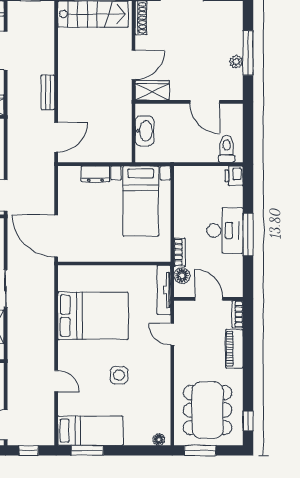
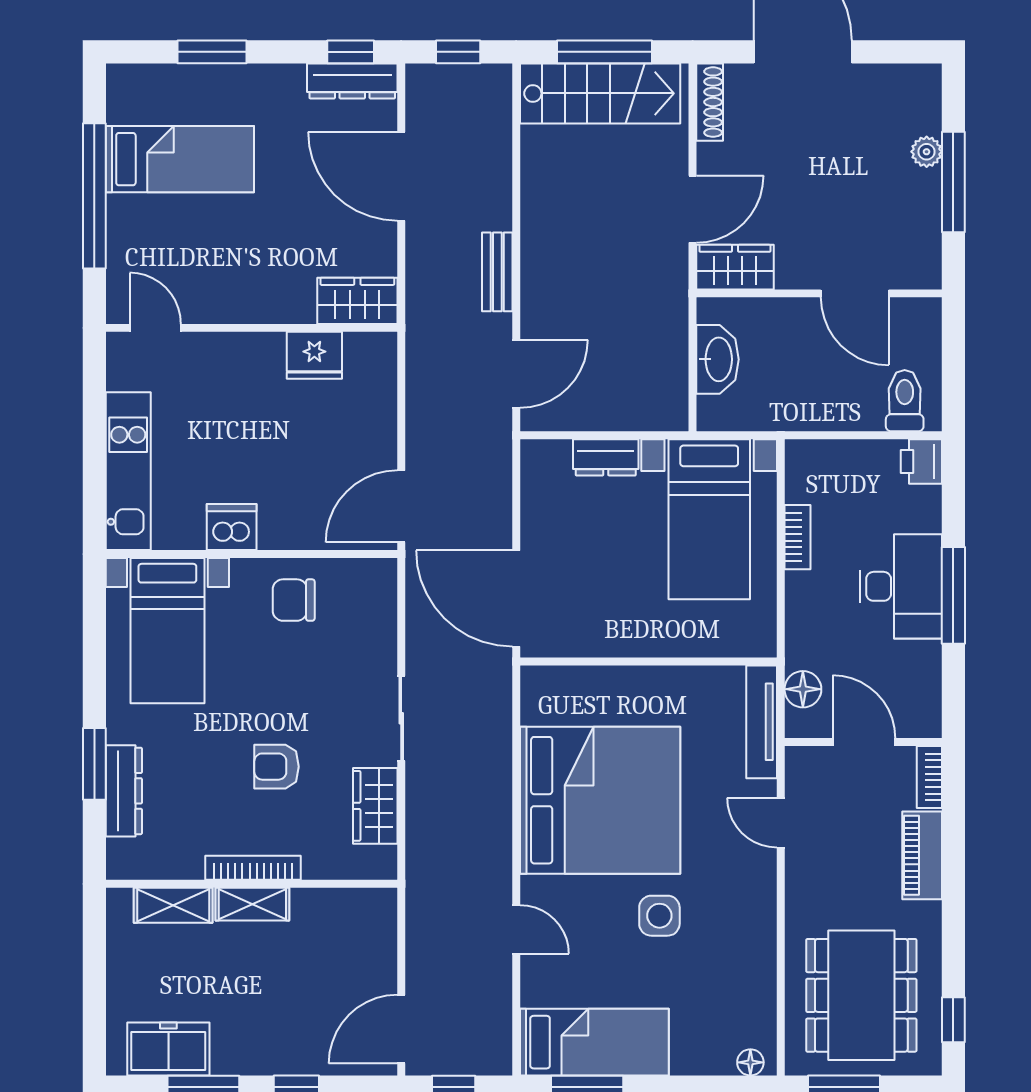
plant: (236, 62) -> (927, 152), moved
bookcase: (180, 252) -> (797, 537), moved
bed: (93, 316) -> (600, 800), width x1.36

